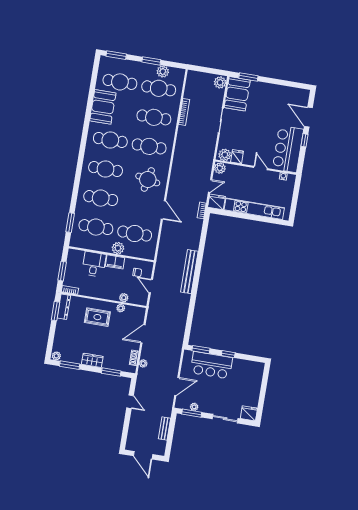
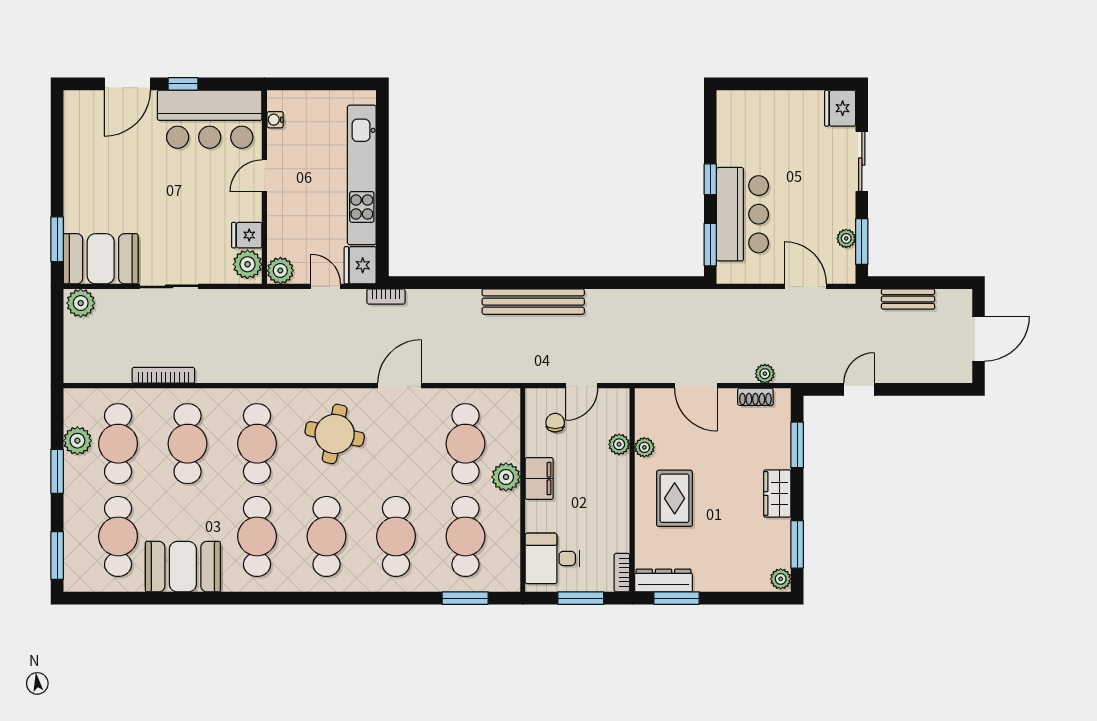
desk: (94, 264) -> (552, 558), moved

